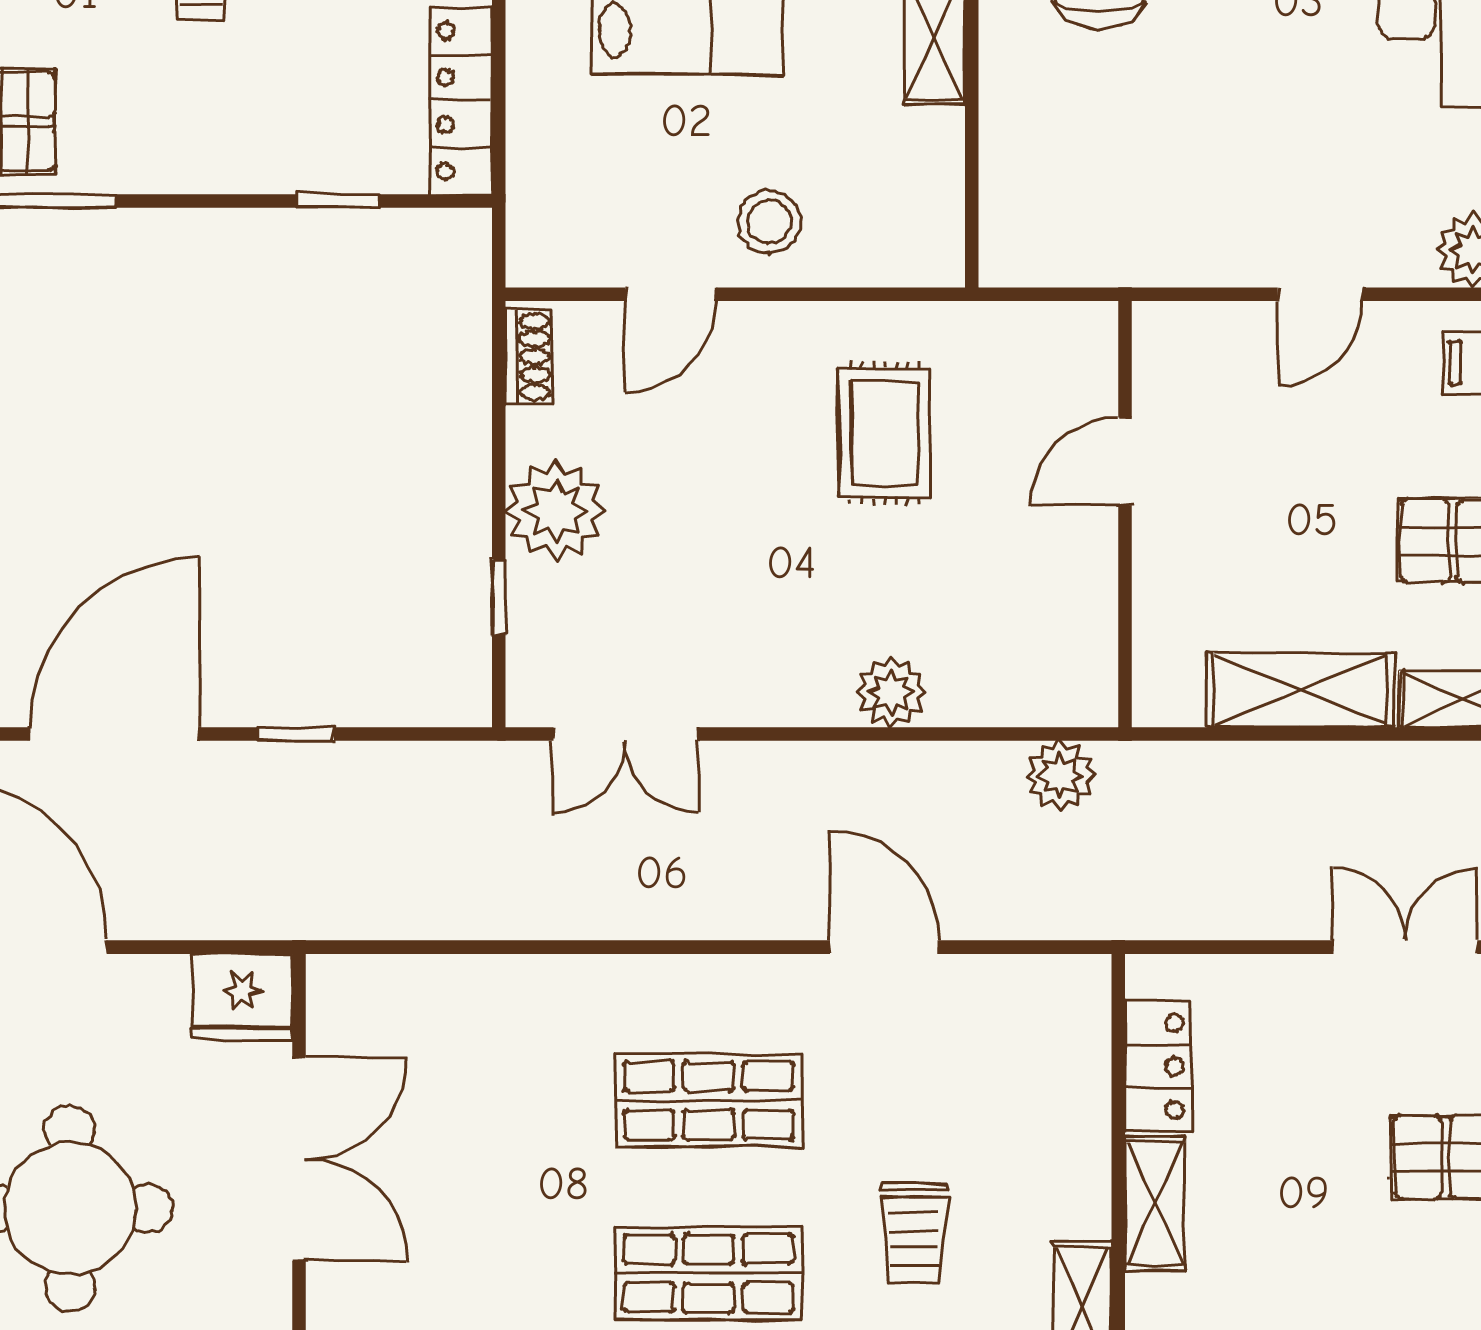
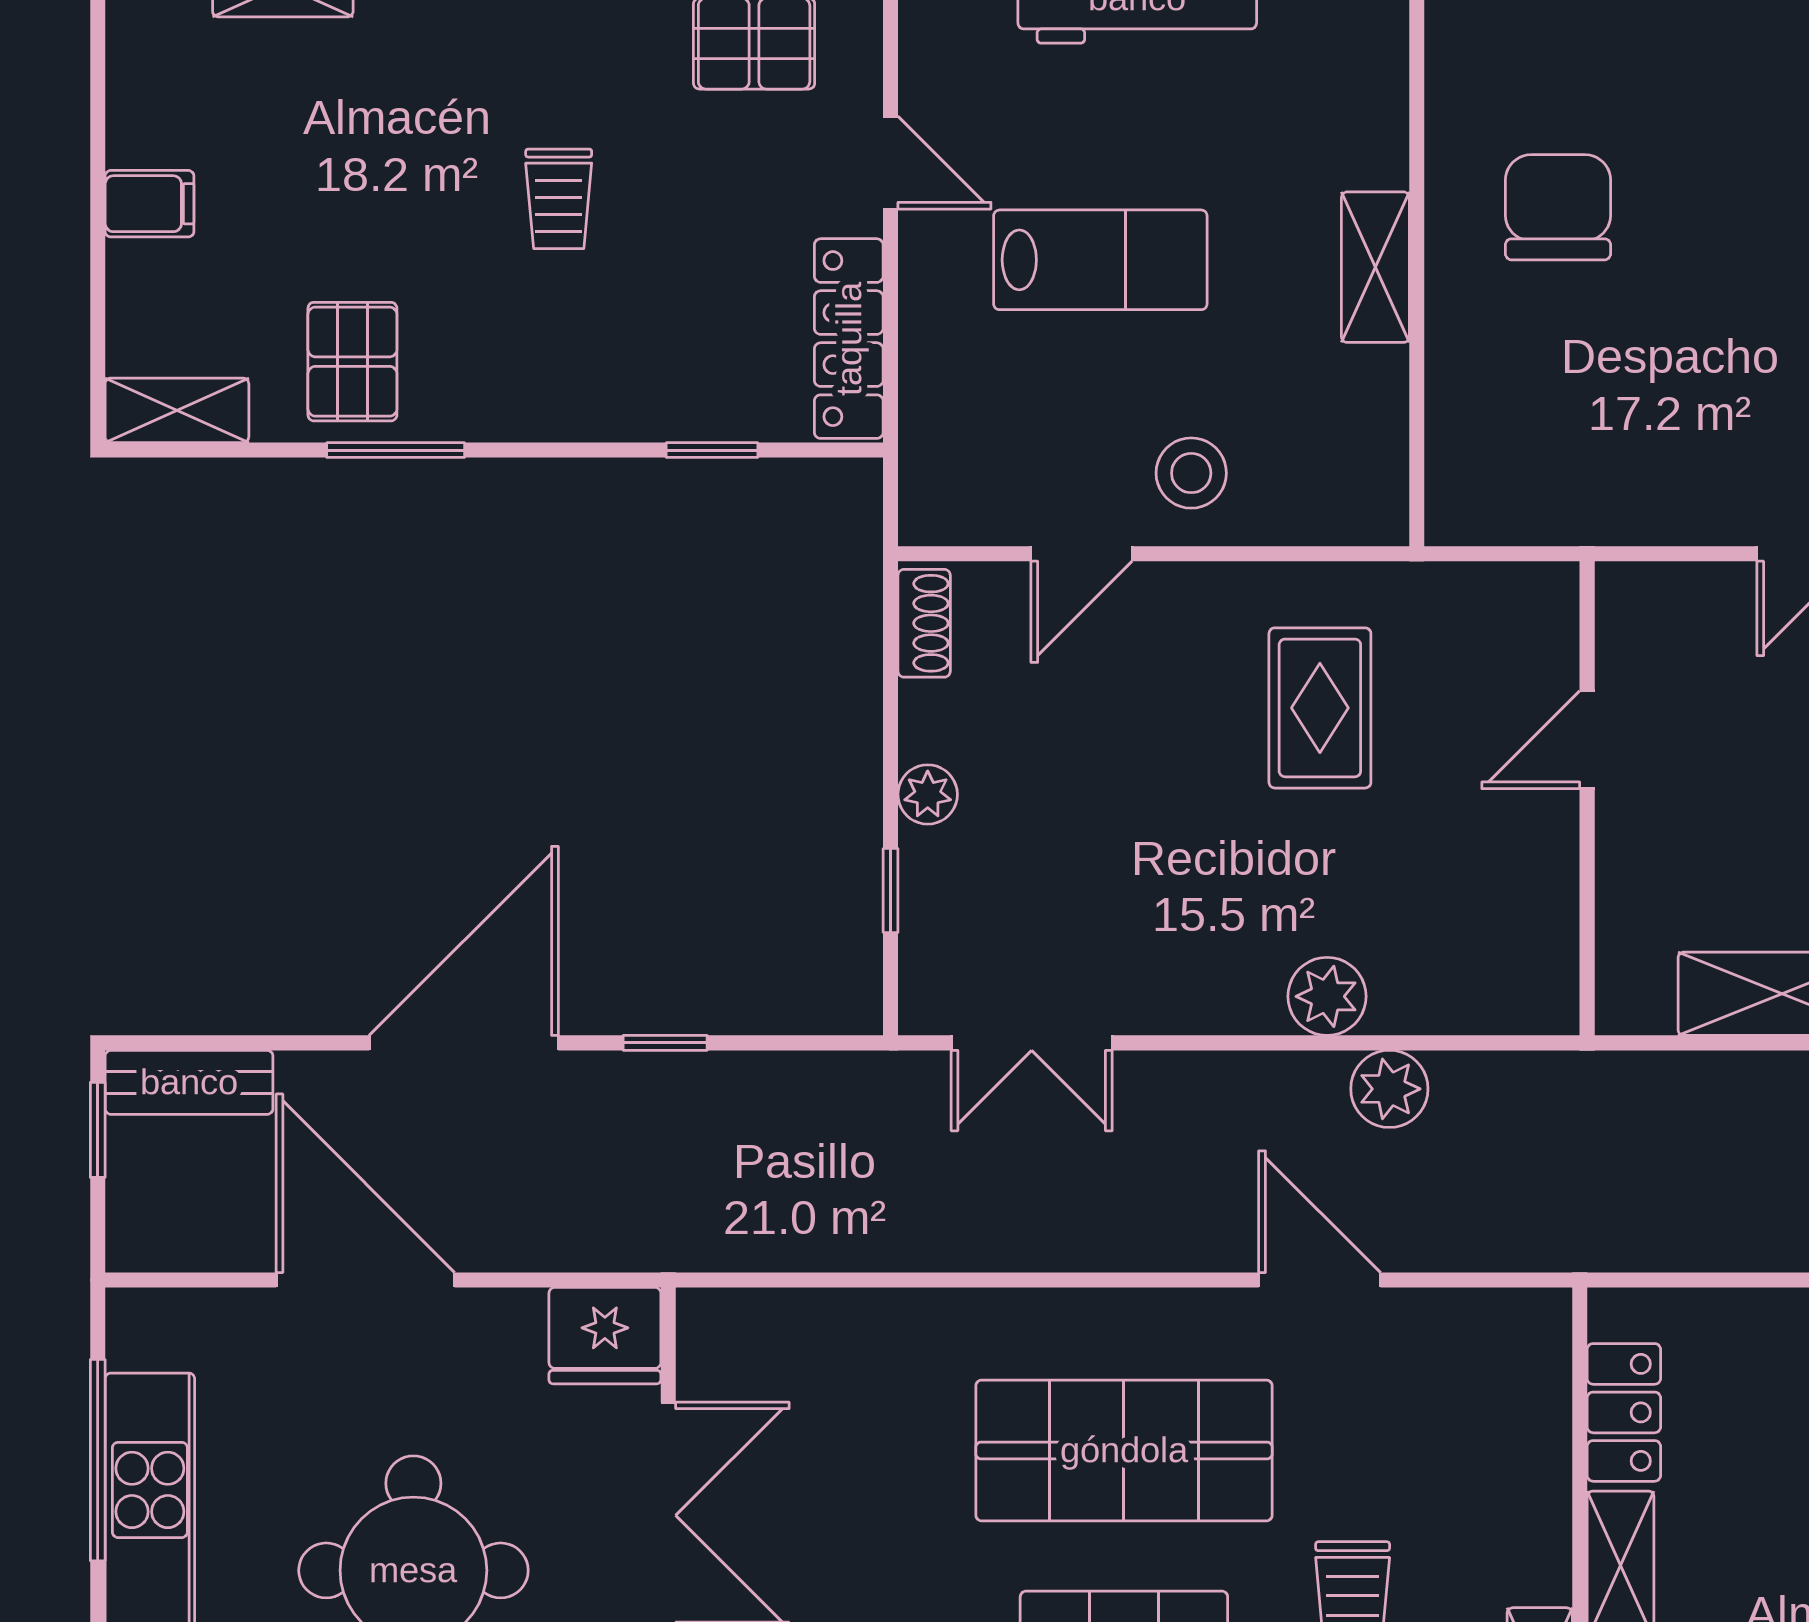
plant: (556, 511) -> (928, 794), width x0.53, depth x0.53
plant: (1060, 775) -> (1389, 1089), moved
shop shelf: (709, 1100) -> (1124, 1450), width x1.43, depth x1.36

